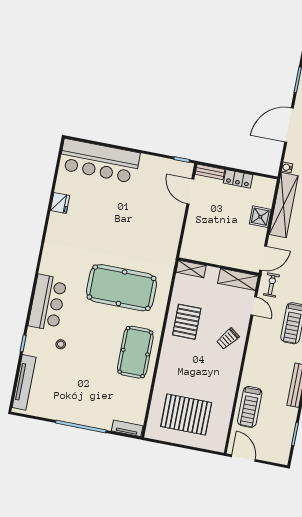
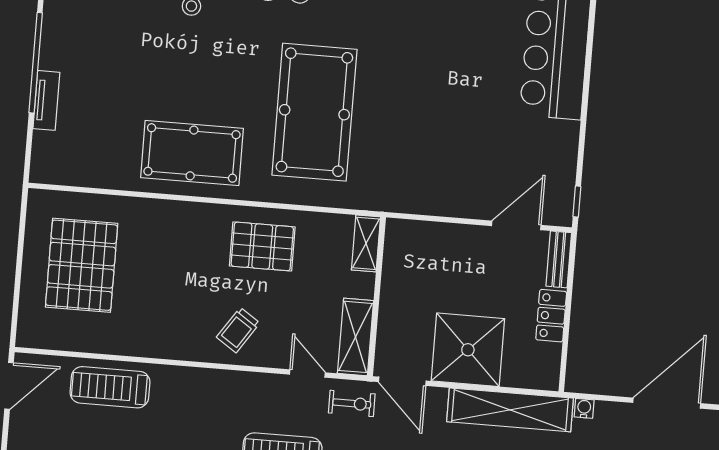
door: (289, 125) -> (667, 403), hinge flipped
shower: (260, 217) -> (468, 350), width x1.86, depth x1.86
door: (254, 306) -> (307, 374), swing flipped
trolley: (228, 339) -> (238, 330), turned -94
tv unit: (127, 428) -> (46, 100), moved

